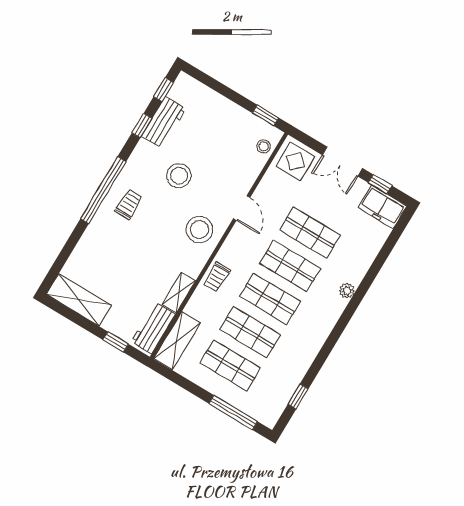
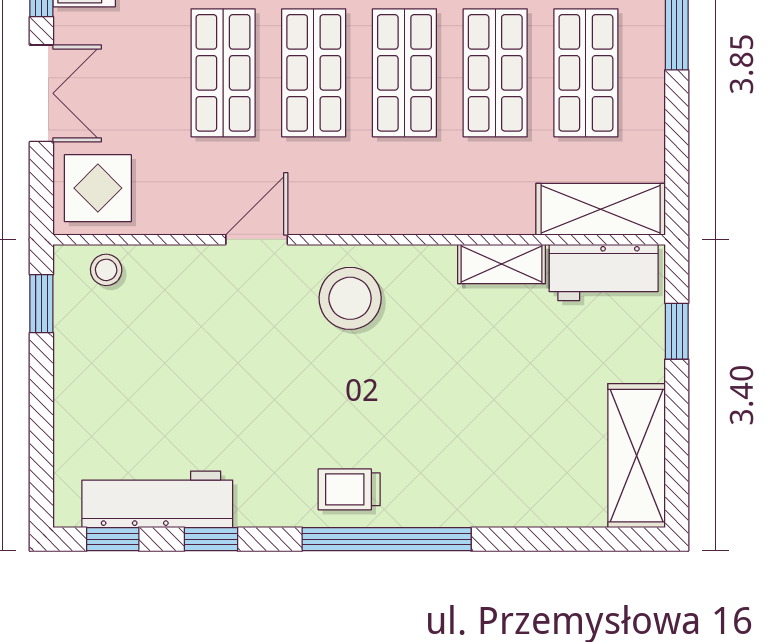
workbench: (164, 122) -> (157, 499), width x1.37
stool: (179, 176) -> (267, 405), removed
trolley: (129, 204) -> (349, 489), moved
trolley: (217, 277) -> (424, 206), removed

